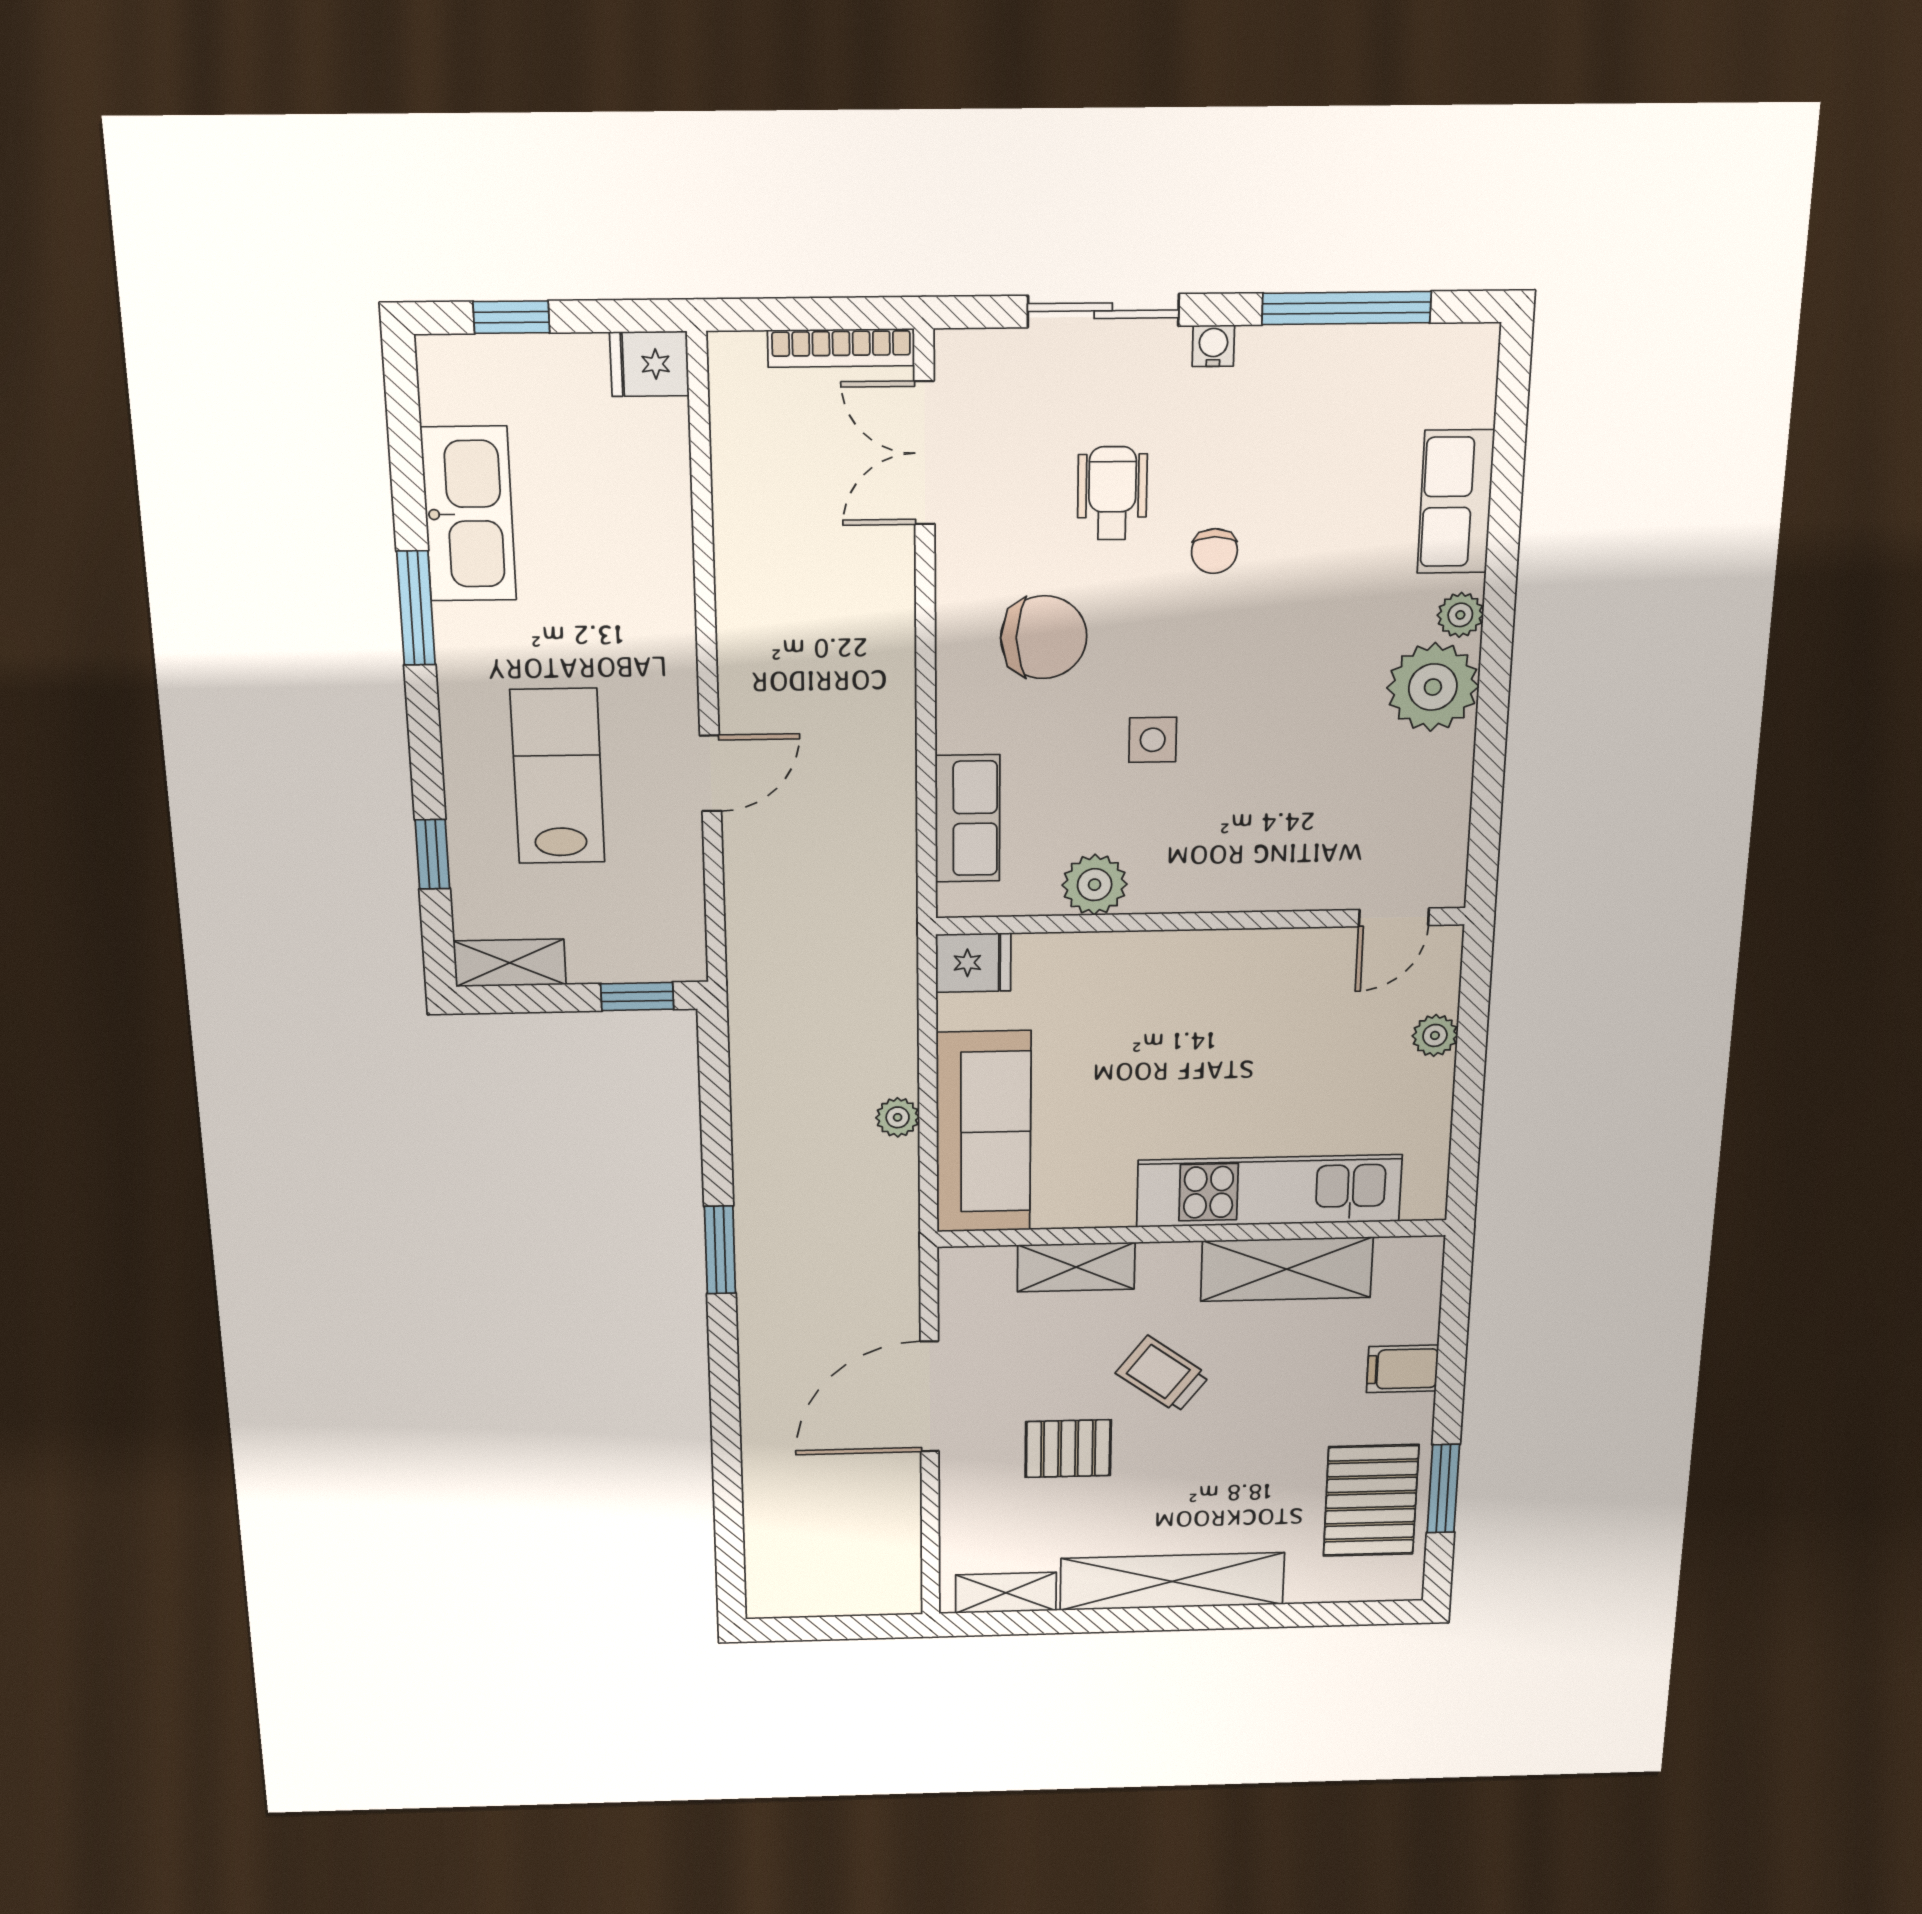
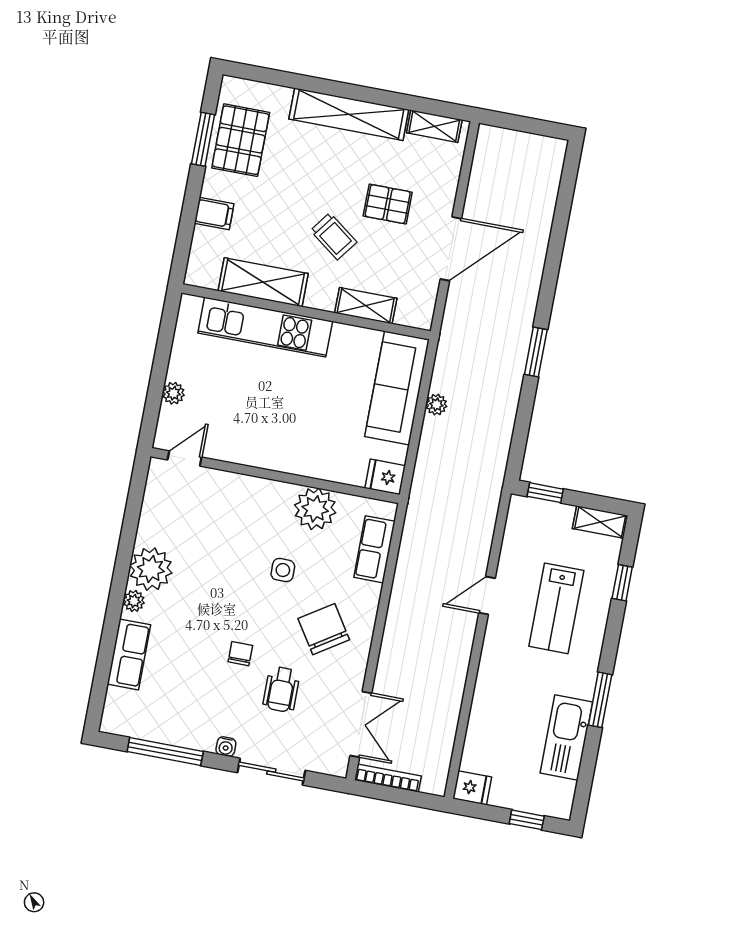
chair: (1044, 637) -> (324, 629), turned 57
plant: (1095, 885) -> (315, 509), width x1.36, depth x1.36

